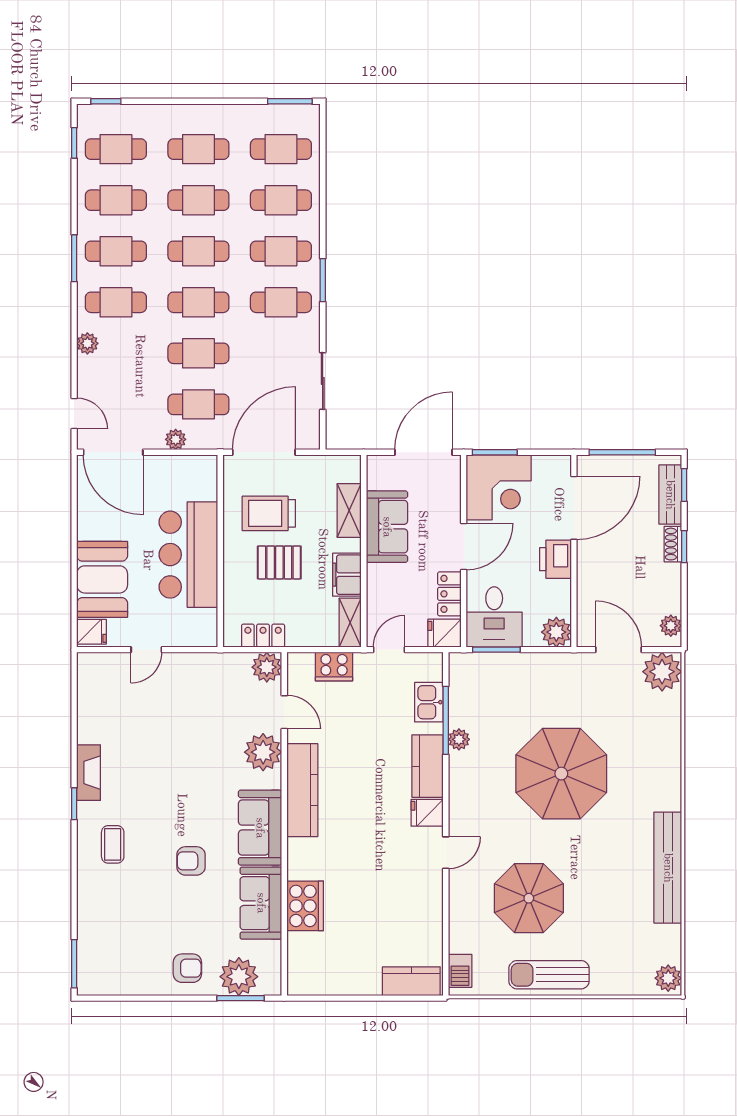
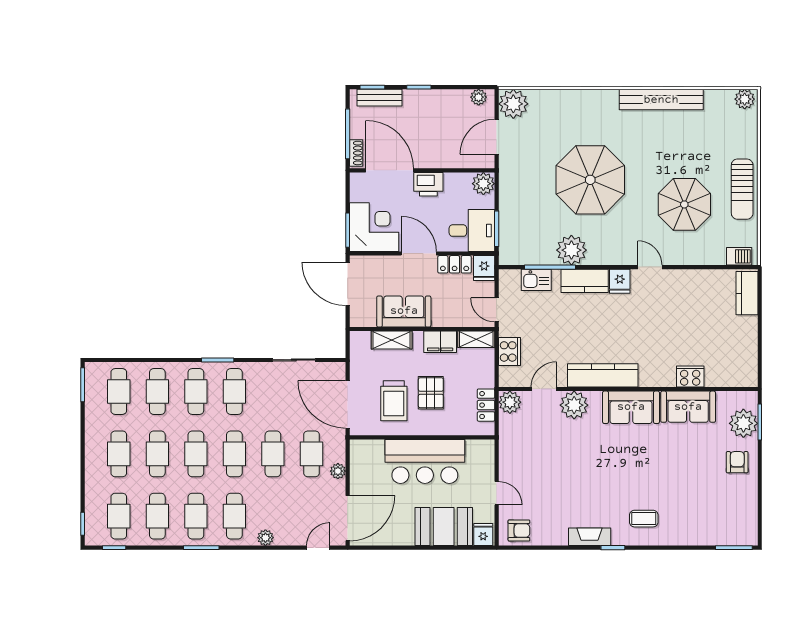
shoe rack: (673, 544) -> (356, 153), moved, turned -90
plant: (459, 739) -> (571, 250), width x1.88, depth x1.88
armchair: (191, 861) -> (519, 530), moved, turned -90
cooker: (305, 906) -> (690, 377), width x0.73, depth x0.76

